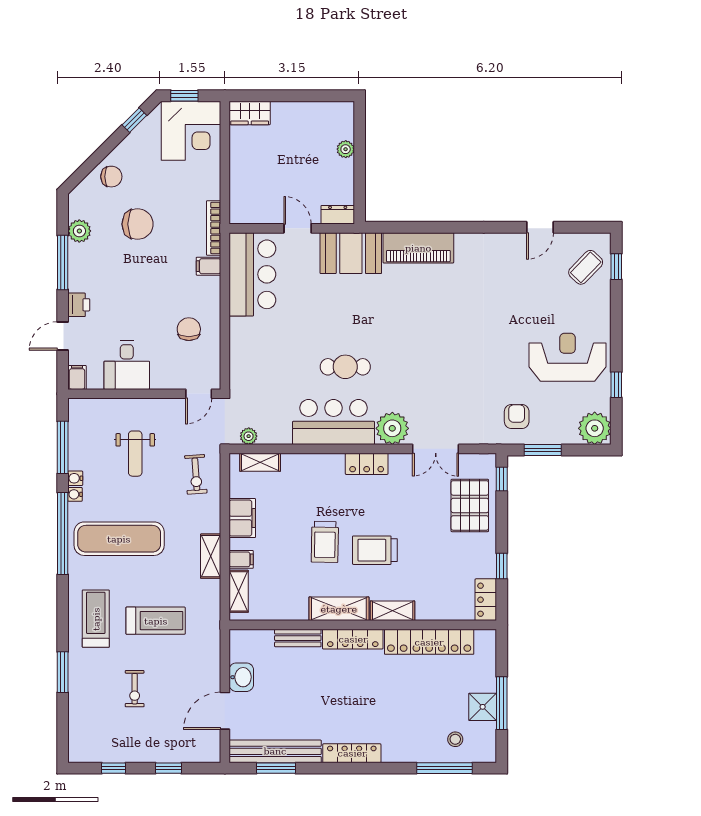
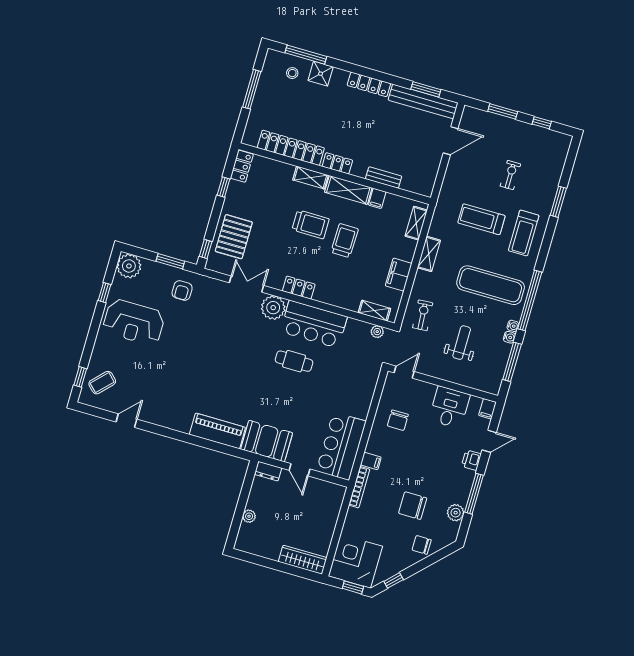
wardrobe: (250, 113) -> (303, 560), width x1.50
filing cabinet: (241, 559) -> (377, 198), moved, turned -90
locker: (353, 639) -> (337, 163), width x0.66
washbasin: (241, 677) -> (432, 161), removed
shower: (483, 707) -> (321, 74), moved
window: (168, 768) -> (503, 111), width x1.50

